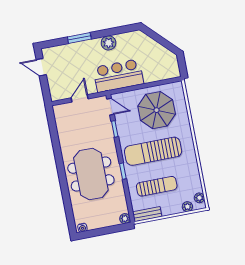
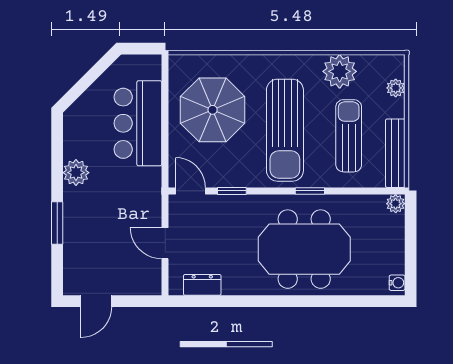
bar counter: (118, 76) -> (138, 123), moved
door: (110, 107) -> (190, 191), hinge flipped
dresser: (61, 123) -> (202, 285), added
plant: (199, 198) -> (340, 71), moved, width x1.88, depth x1.88
bench: (147, 214) -> (395, 153), width x1.36

